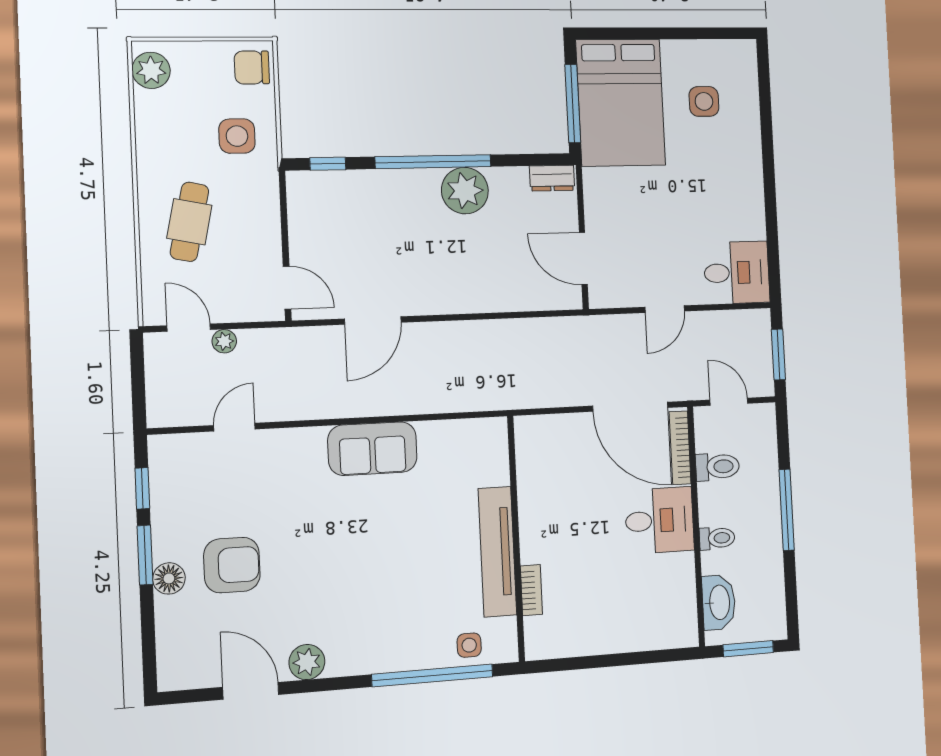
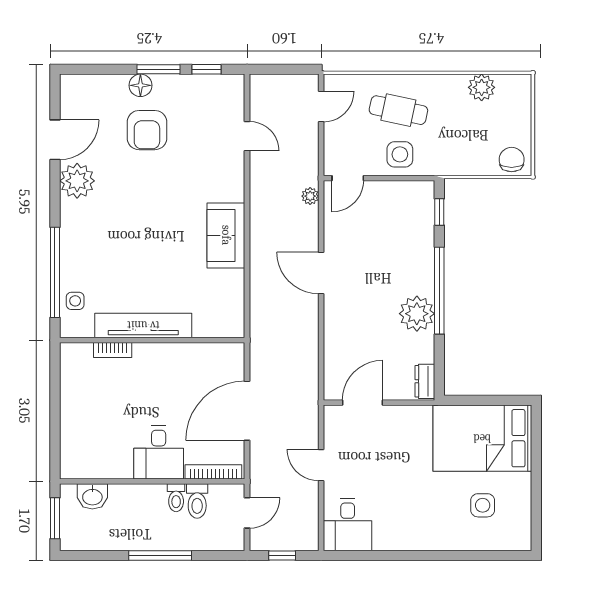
plant: (151, 70) -> (482, 87), moved
window: (573, 104) -> (482, 400), removed
side table: (237, 136) -> (400, 154), moved
door: (373, 321) -> (321, 273), moved
plant: (224, 341) -> (310, 196), moved
window: (778, 354) -> (282, 555), width x0.67
door: (630, 407) -> (247, 411), moved
toilet: (717, 538) -> (176, 498), moved
washbasin: (719, 602) -> (92, 496), width x0.72
plant: (307, 662) -> (77, 181), width x1.36, depth x1.36

